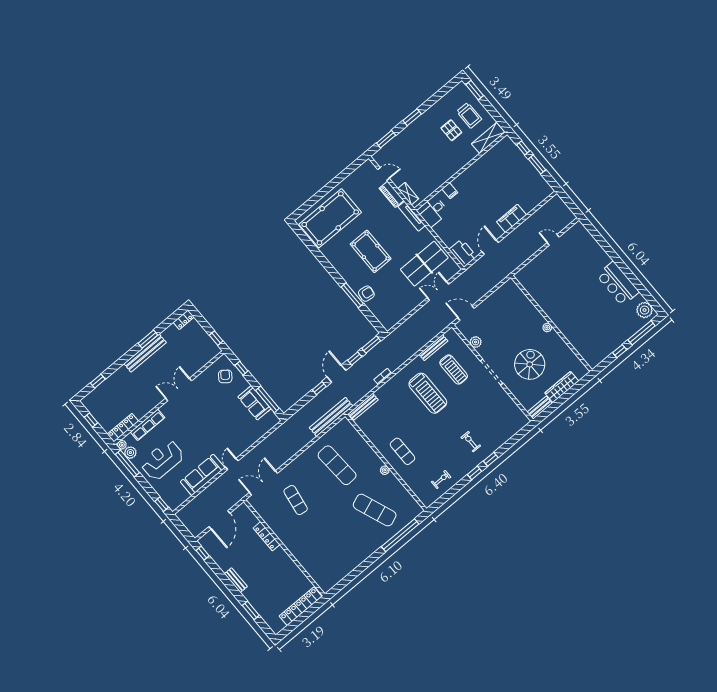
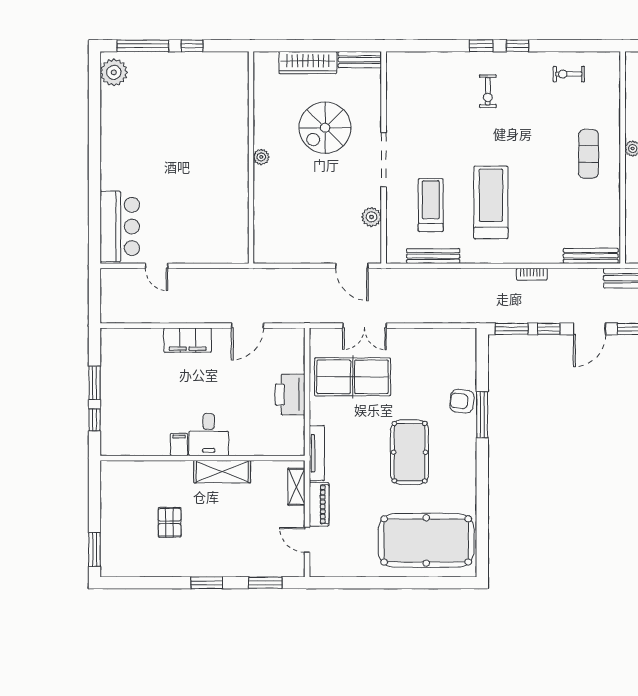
trolley: (469, 115) -> (130, 522), removed
shelving: (488, 138) -> (222, 472), moved
filing cabinet: (450, 191) -> (179, 445), moved
desk: (433, 211) -> (209, 435), moved, turned 90
printer: (463, 253) -> (290, 395), moved
bar counter: (618, 284) -> (120, 227), moved

